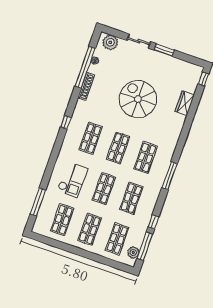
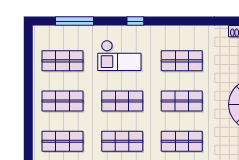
window: (66, 122) -> (135, 21), moved

